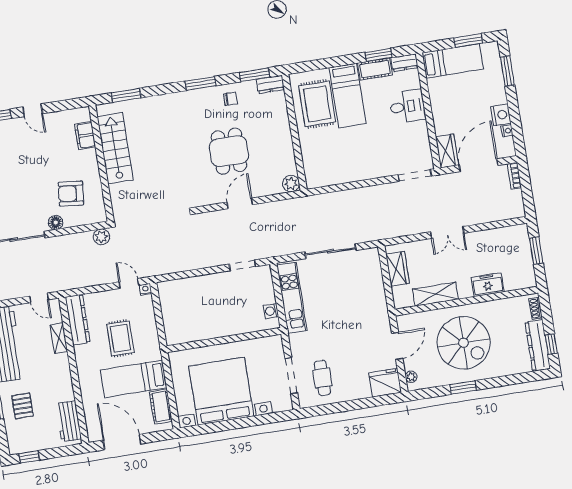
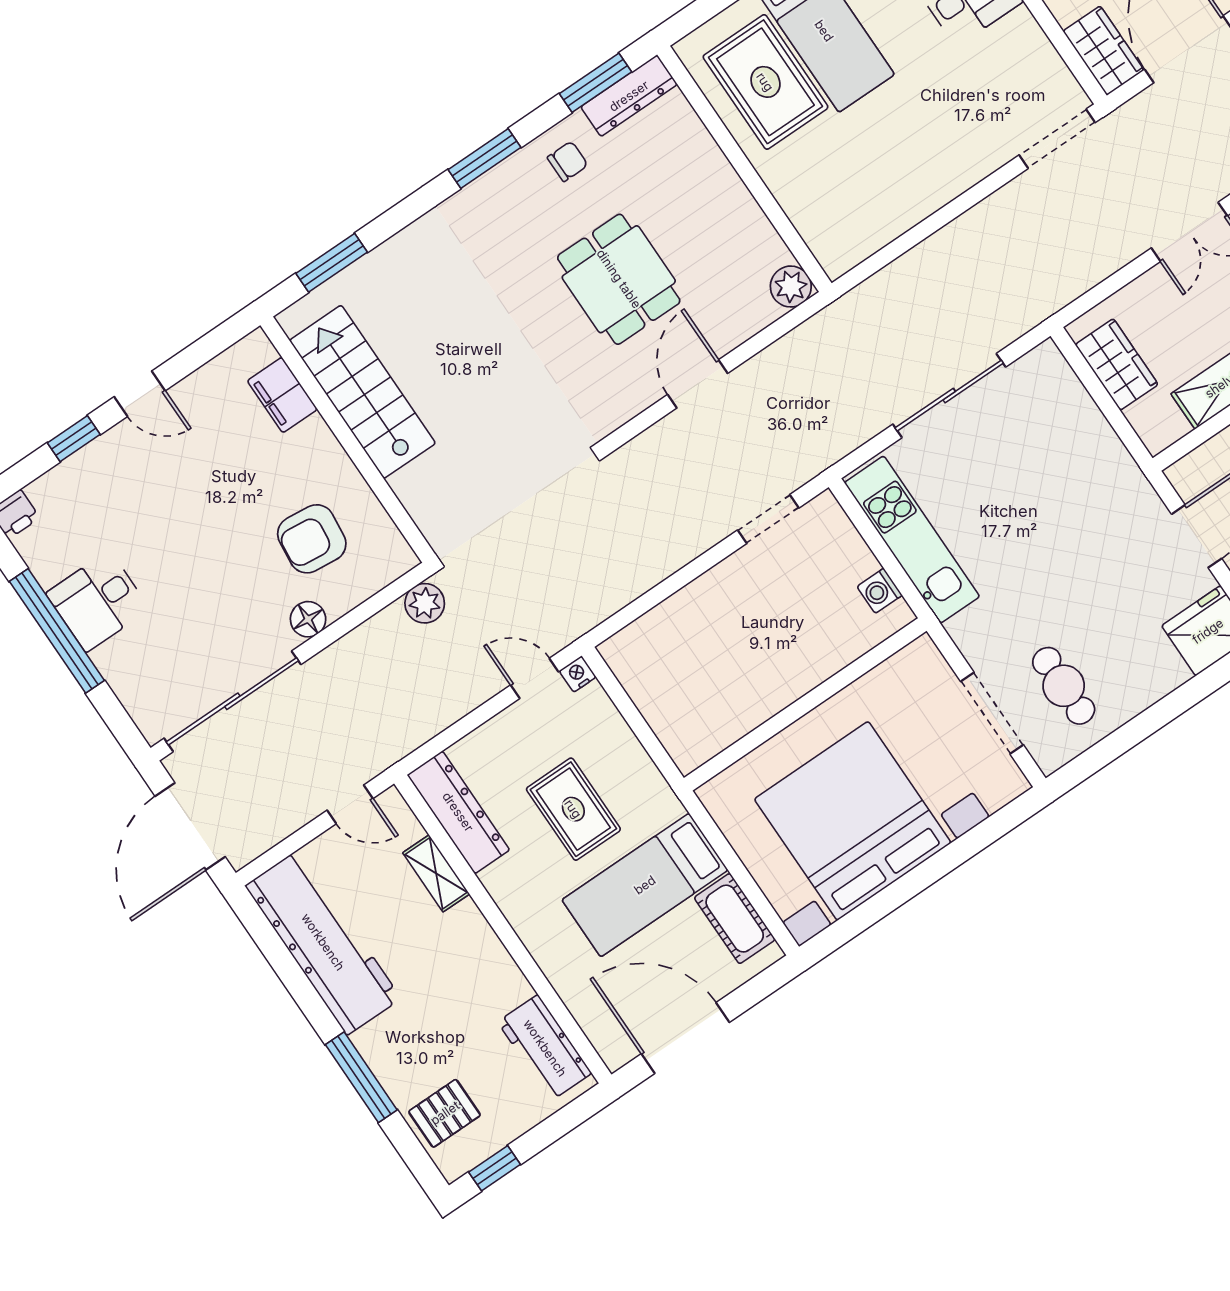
dresser: (270, 84) -> (629, 96), width x1.44
pallet: (23, 406) -> (445, 1113), moved, turned 90

